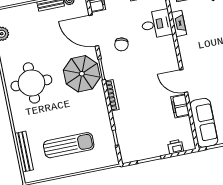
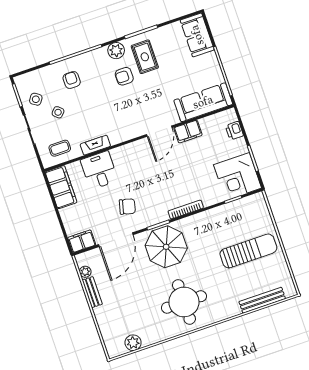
corner desk: (135, 144) -> (238, 176), added
sun lounger: (69, 145) -> (248, 251), turned 90

